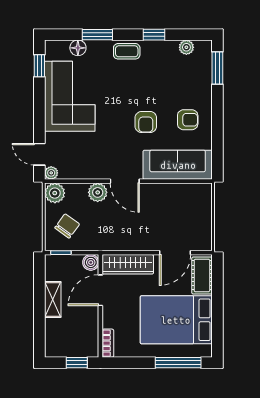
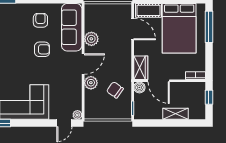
plant: (55, 193) -> (91, 39), moved
chair: (67, 226) -> (115, 90), moved
wardrobe: (128, 264) -> (141, 68), width x0.67
shelving: (53, 299) -> (176, 114), moved

